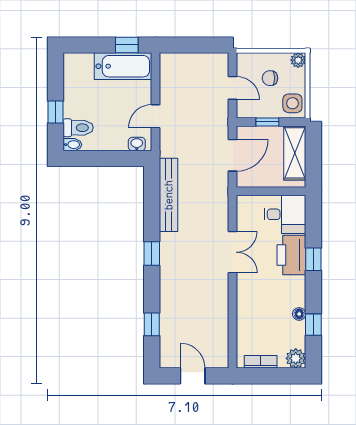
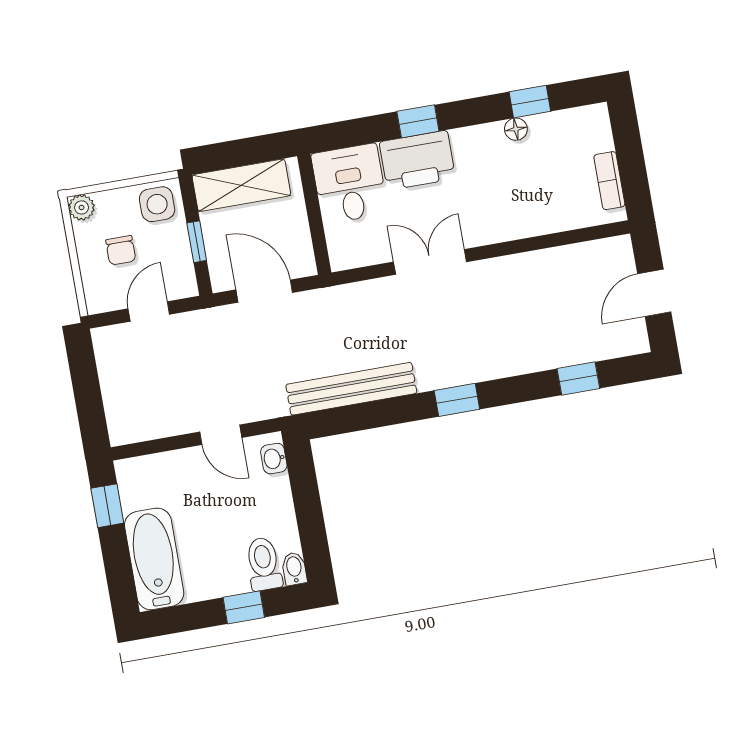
bathtub: (123, 66) -> (154, 559), moved
plant: (296, 358) -> (593, 122), removed

